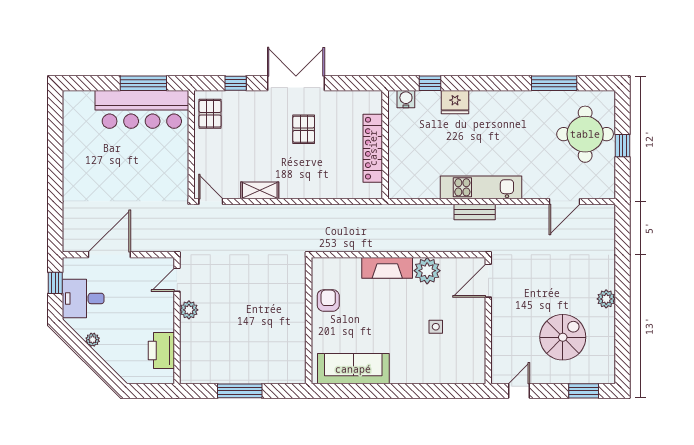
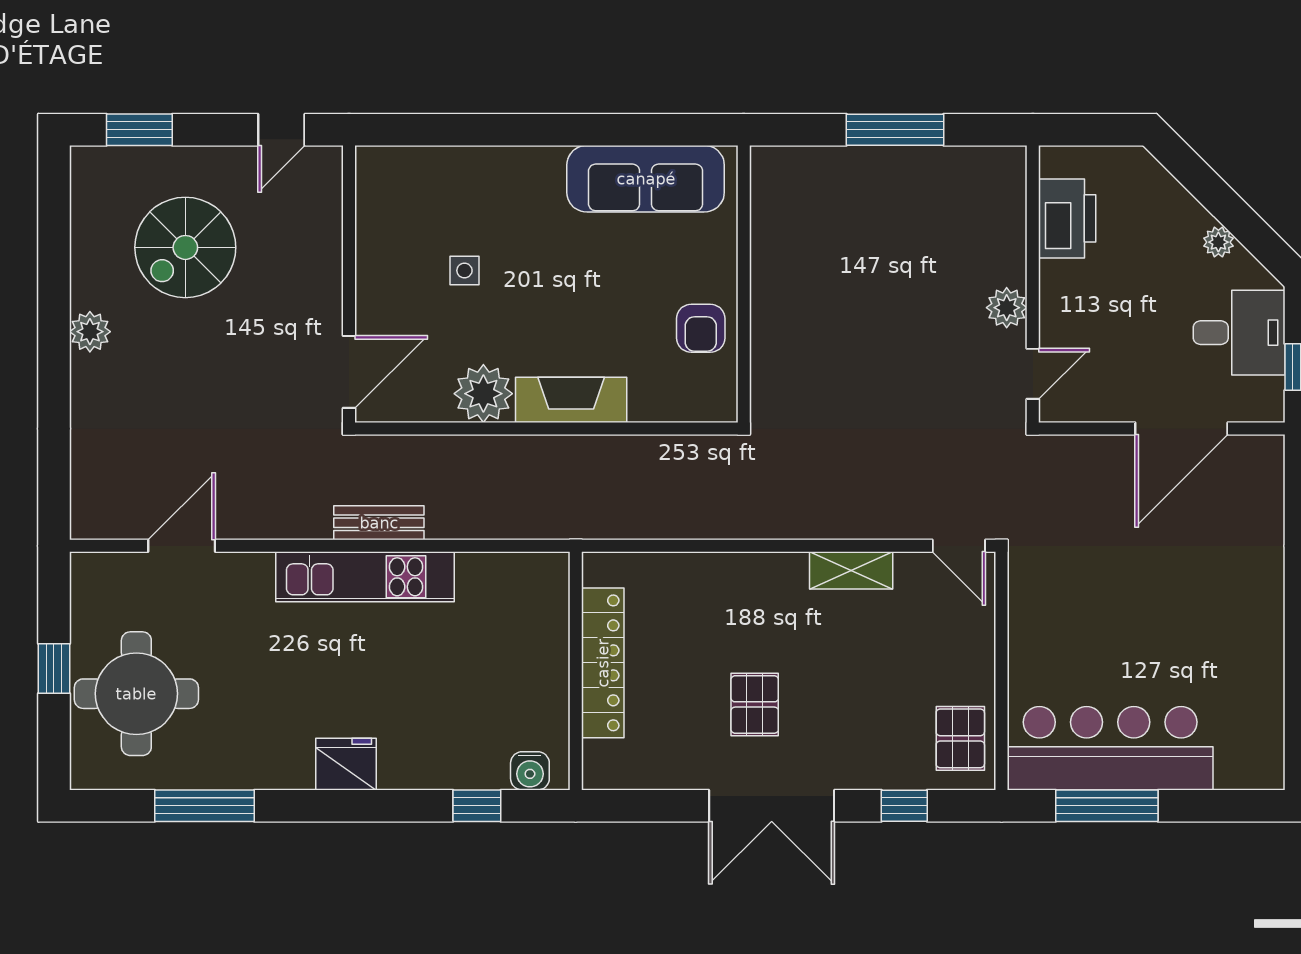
fridge: (455, 102) -> (346, 764), moved

